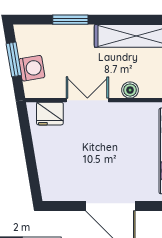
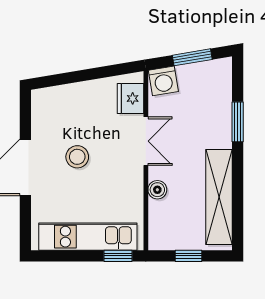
washing machine: (32, 68) -> (163, 81), moved
stool: (101, 160) -> (77, 157), added

